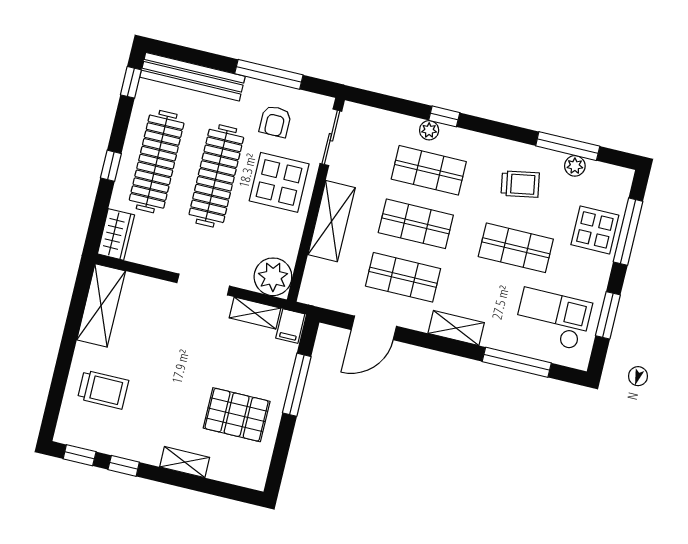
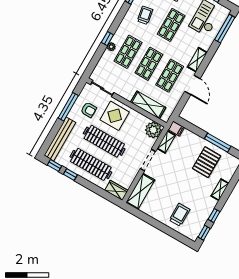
window: (111, 166) -> (70, 175), moved
shelving: (332, 221) -> (148, 105), moved
shelving: (101, 305) -> (140, 191), moved, turned 90
door: (374, 328) -> (192, 85), moved
window: (517, 362) -> (225, 29), moved
window: (297, 385) -> (218, 143), moved

